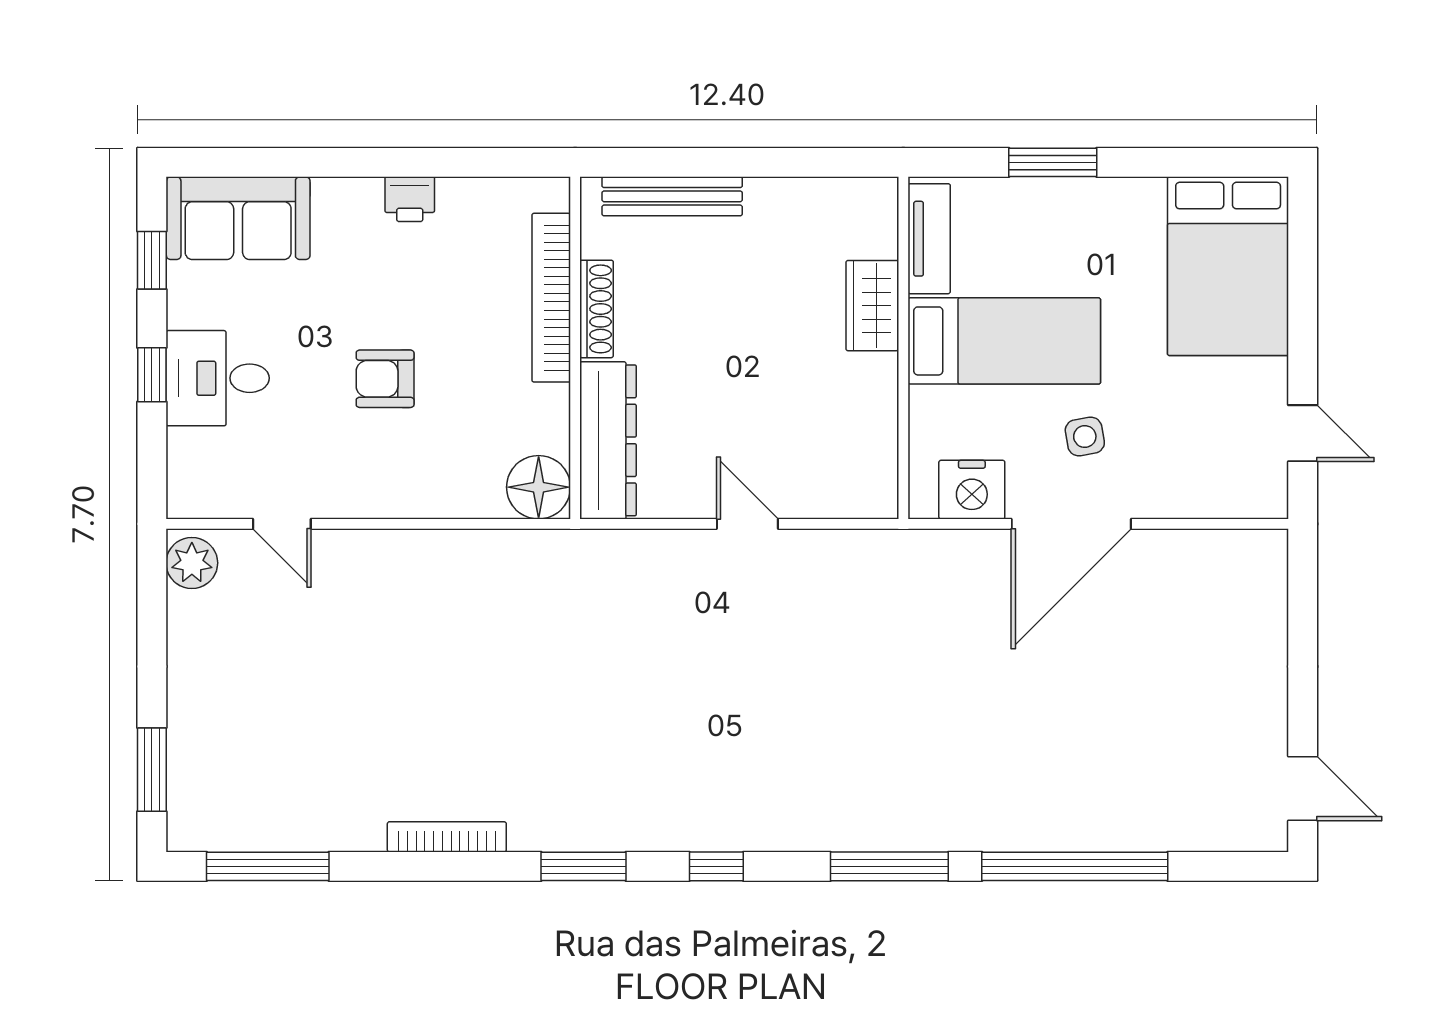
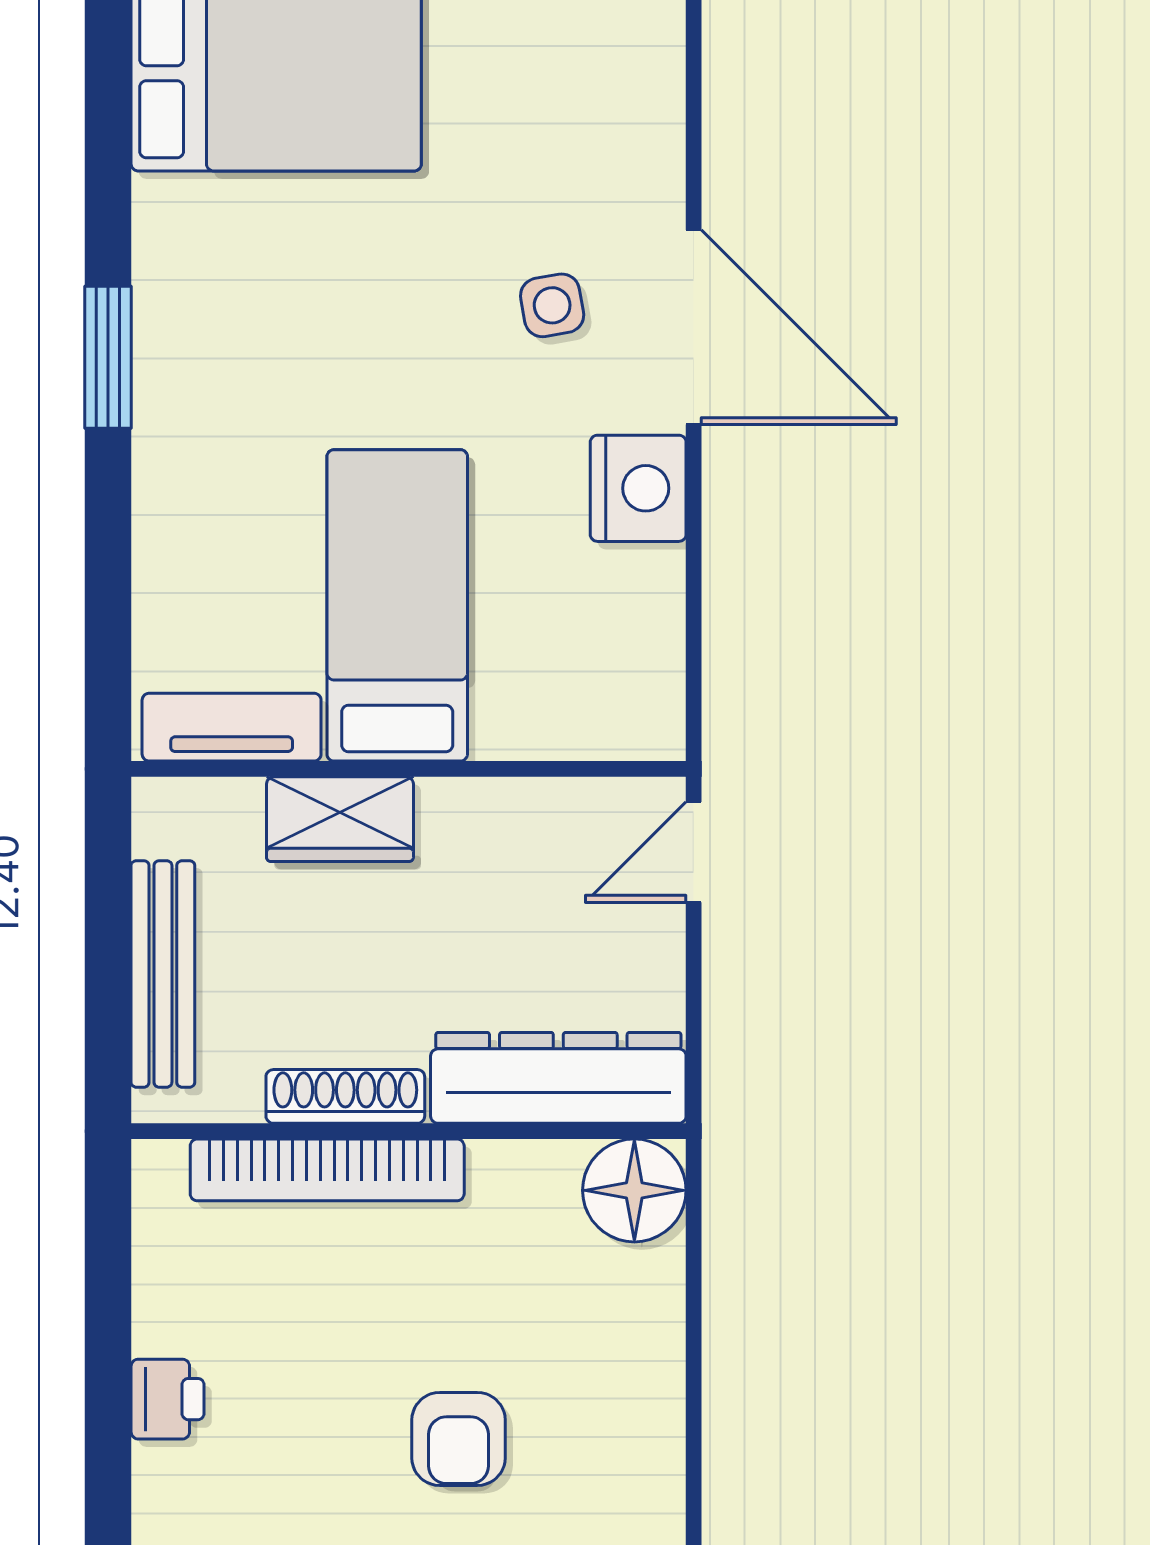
tv unit: (929, 239) -> (232, 727), moved
wardrobe: (872, 306) -> (340, 819), moved
bed: (1004, 341) -> (397, 605), moved
wall: (903, 348) -> (409, 769), moved

